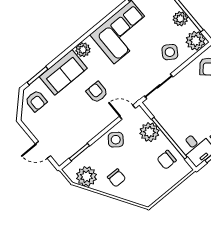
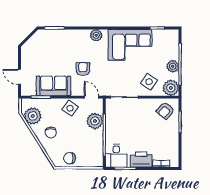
sofa: (63, 72) -> (53, 86), moved, turned 180
armchair: (36, 101) -> (40, 43), removed
chair: (167, 160) -> (70, 158), moved

